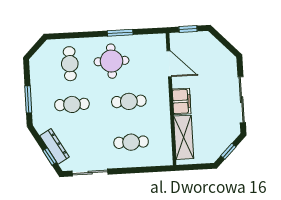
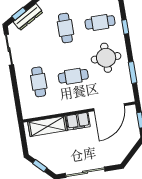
window: (120, 33) -> (133, 72), moved
window: (78, 35) -> (125, 27), added
door: (169, 64) -> (109, 107), width x1.36
cafe table: (129, 101) -> (73, 76), turned 90

